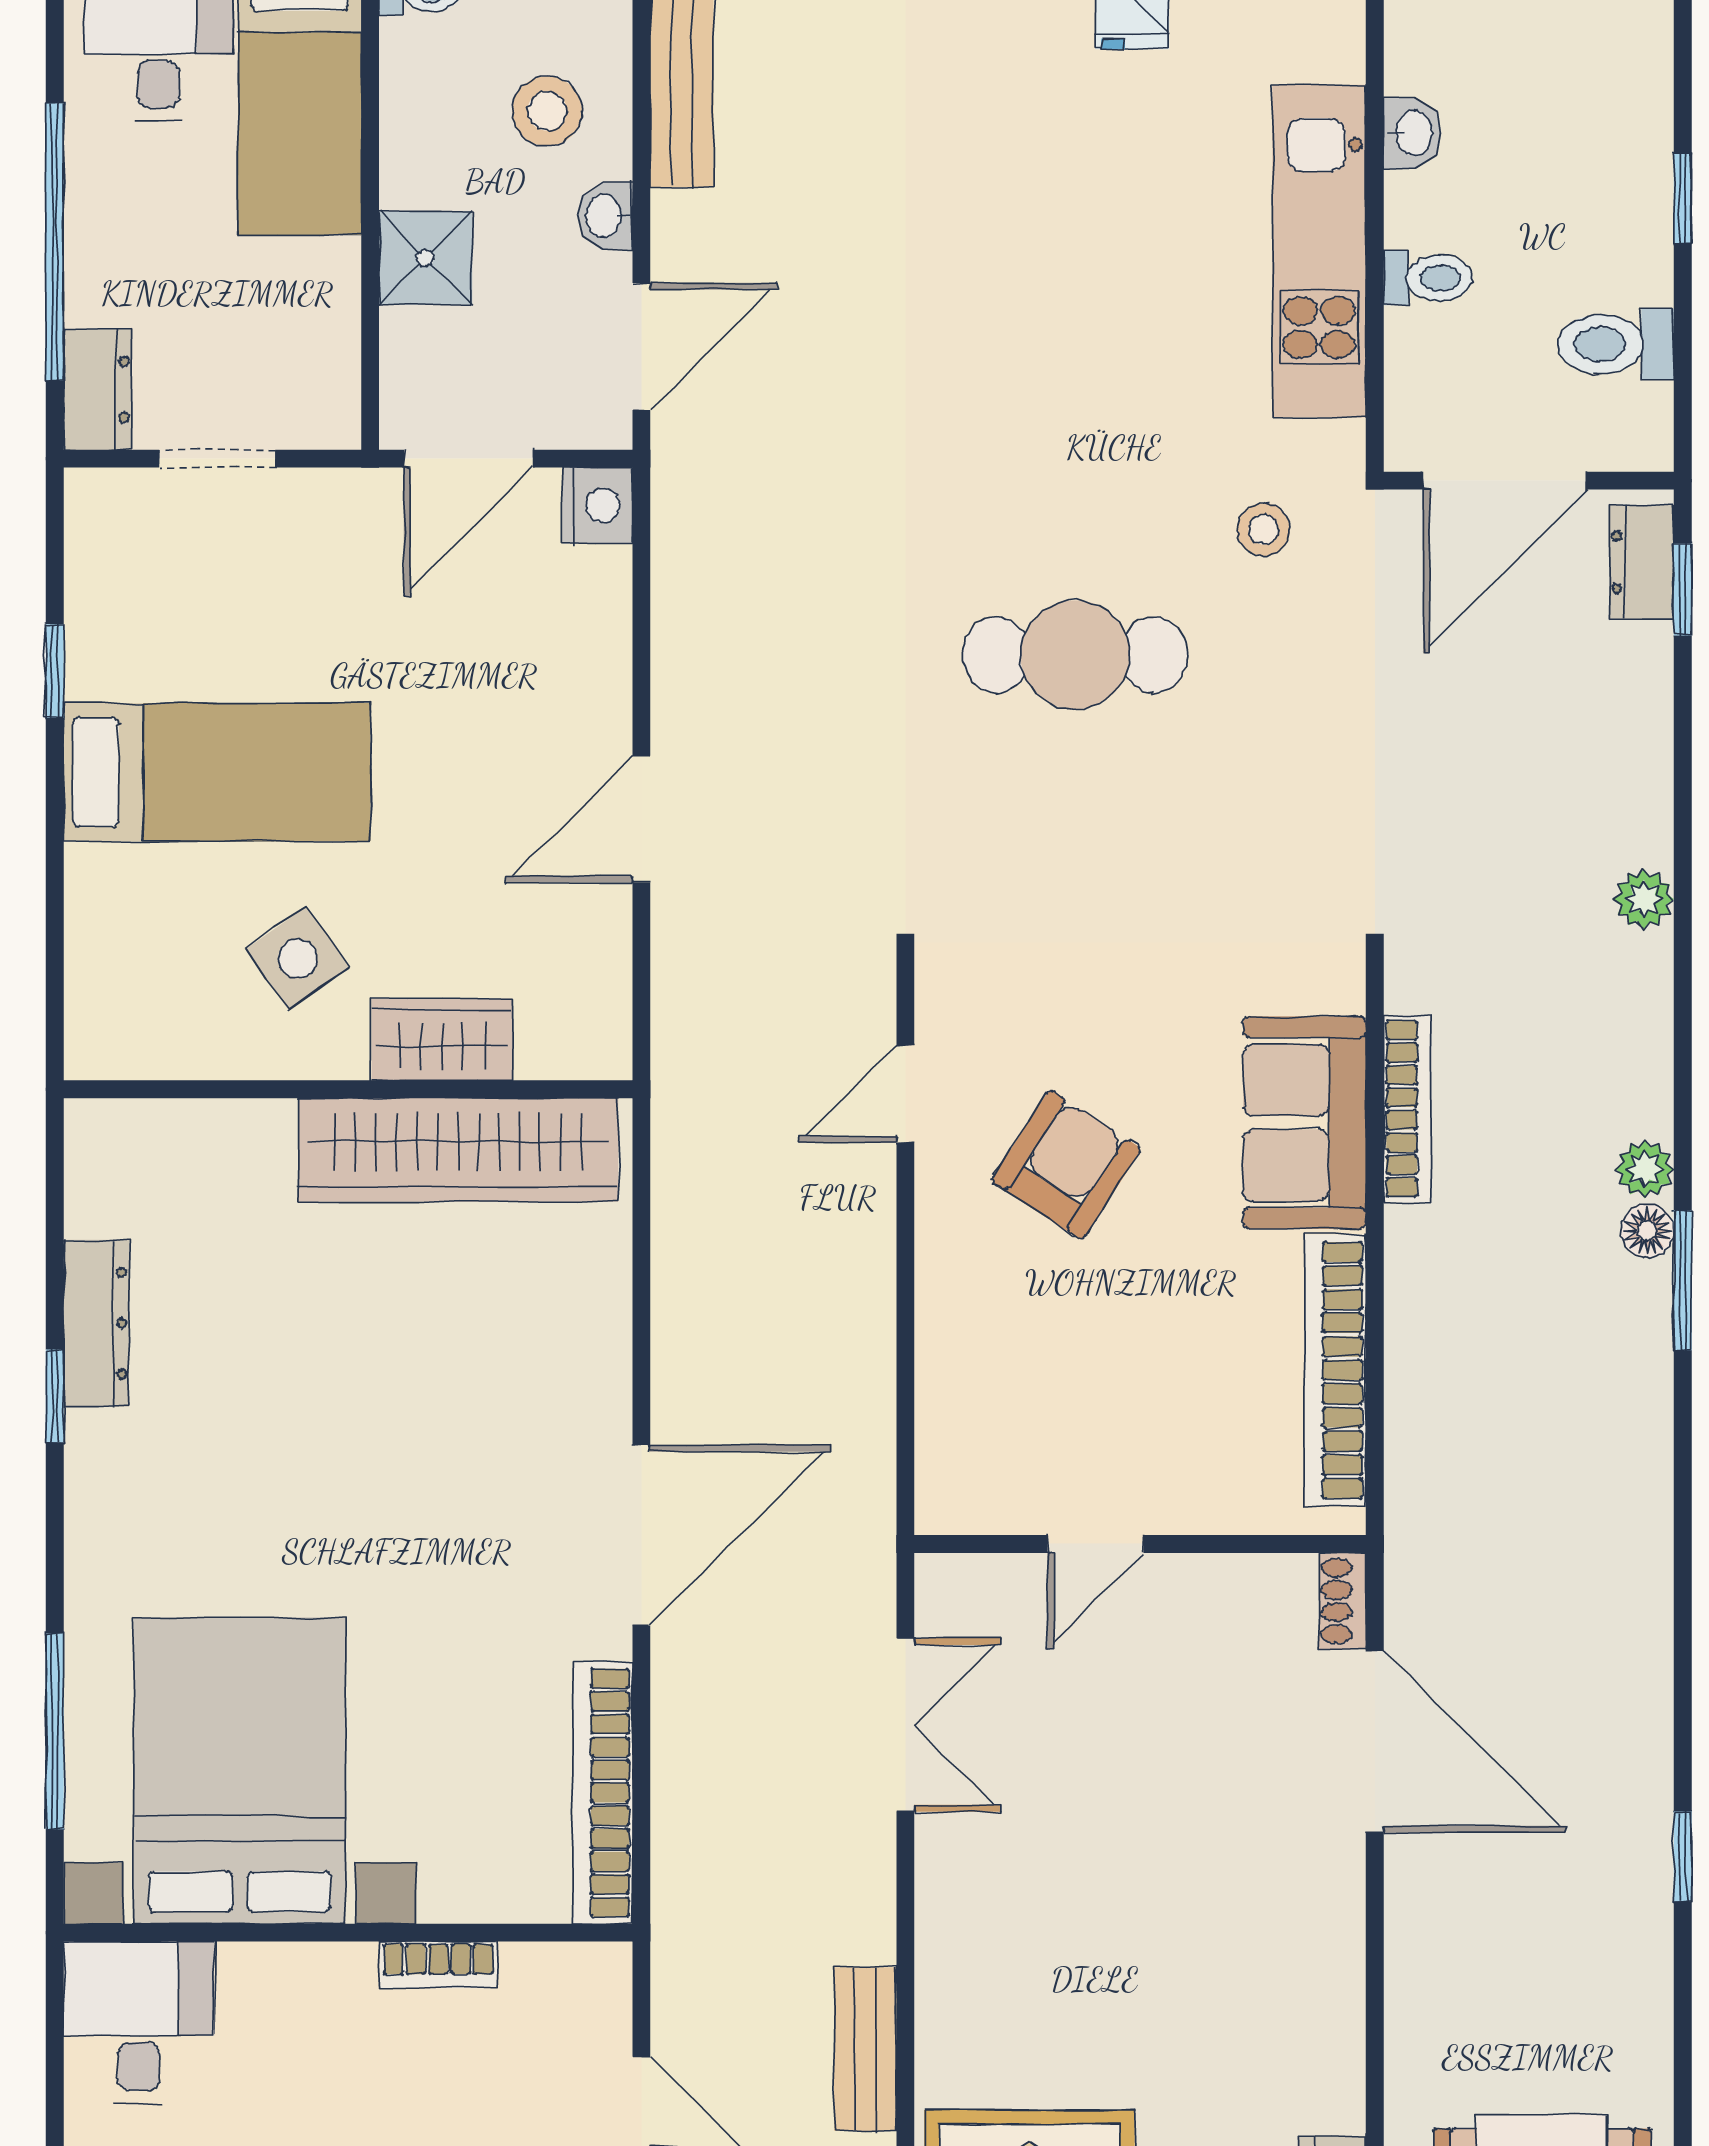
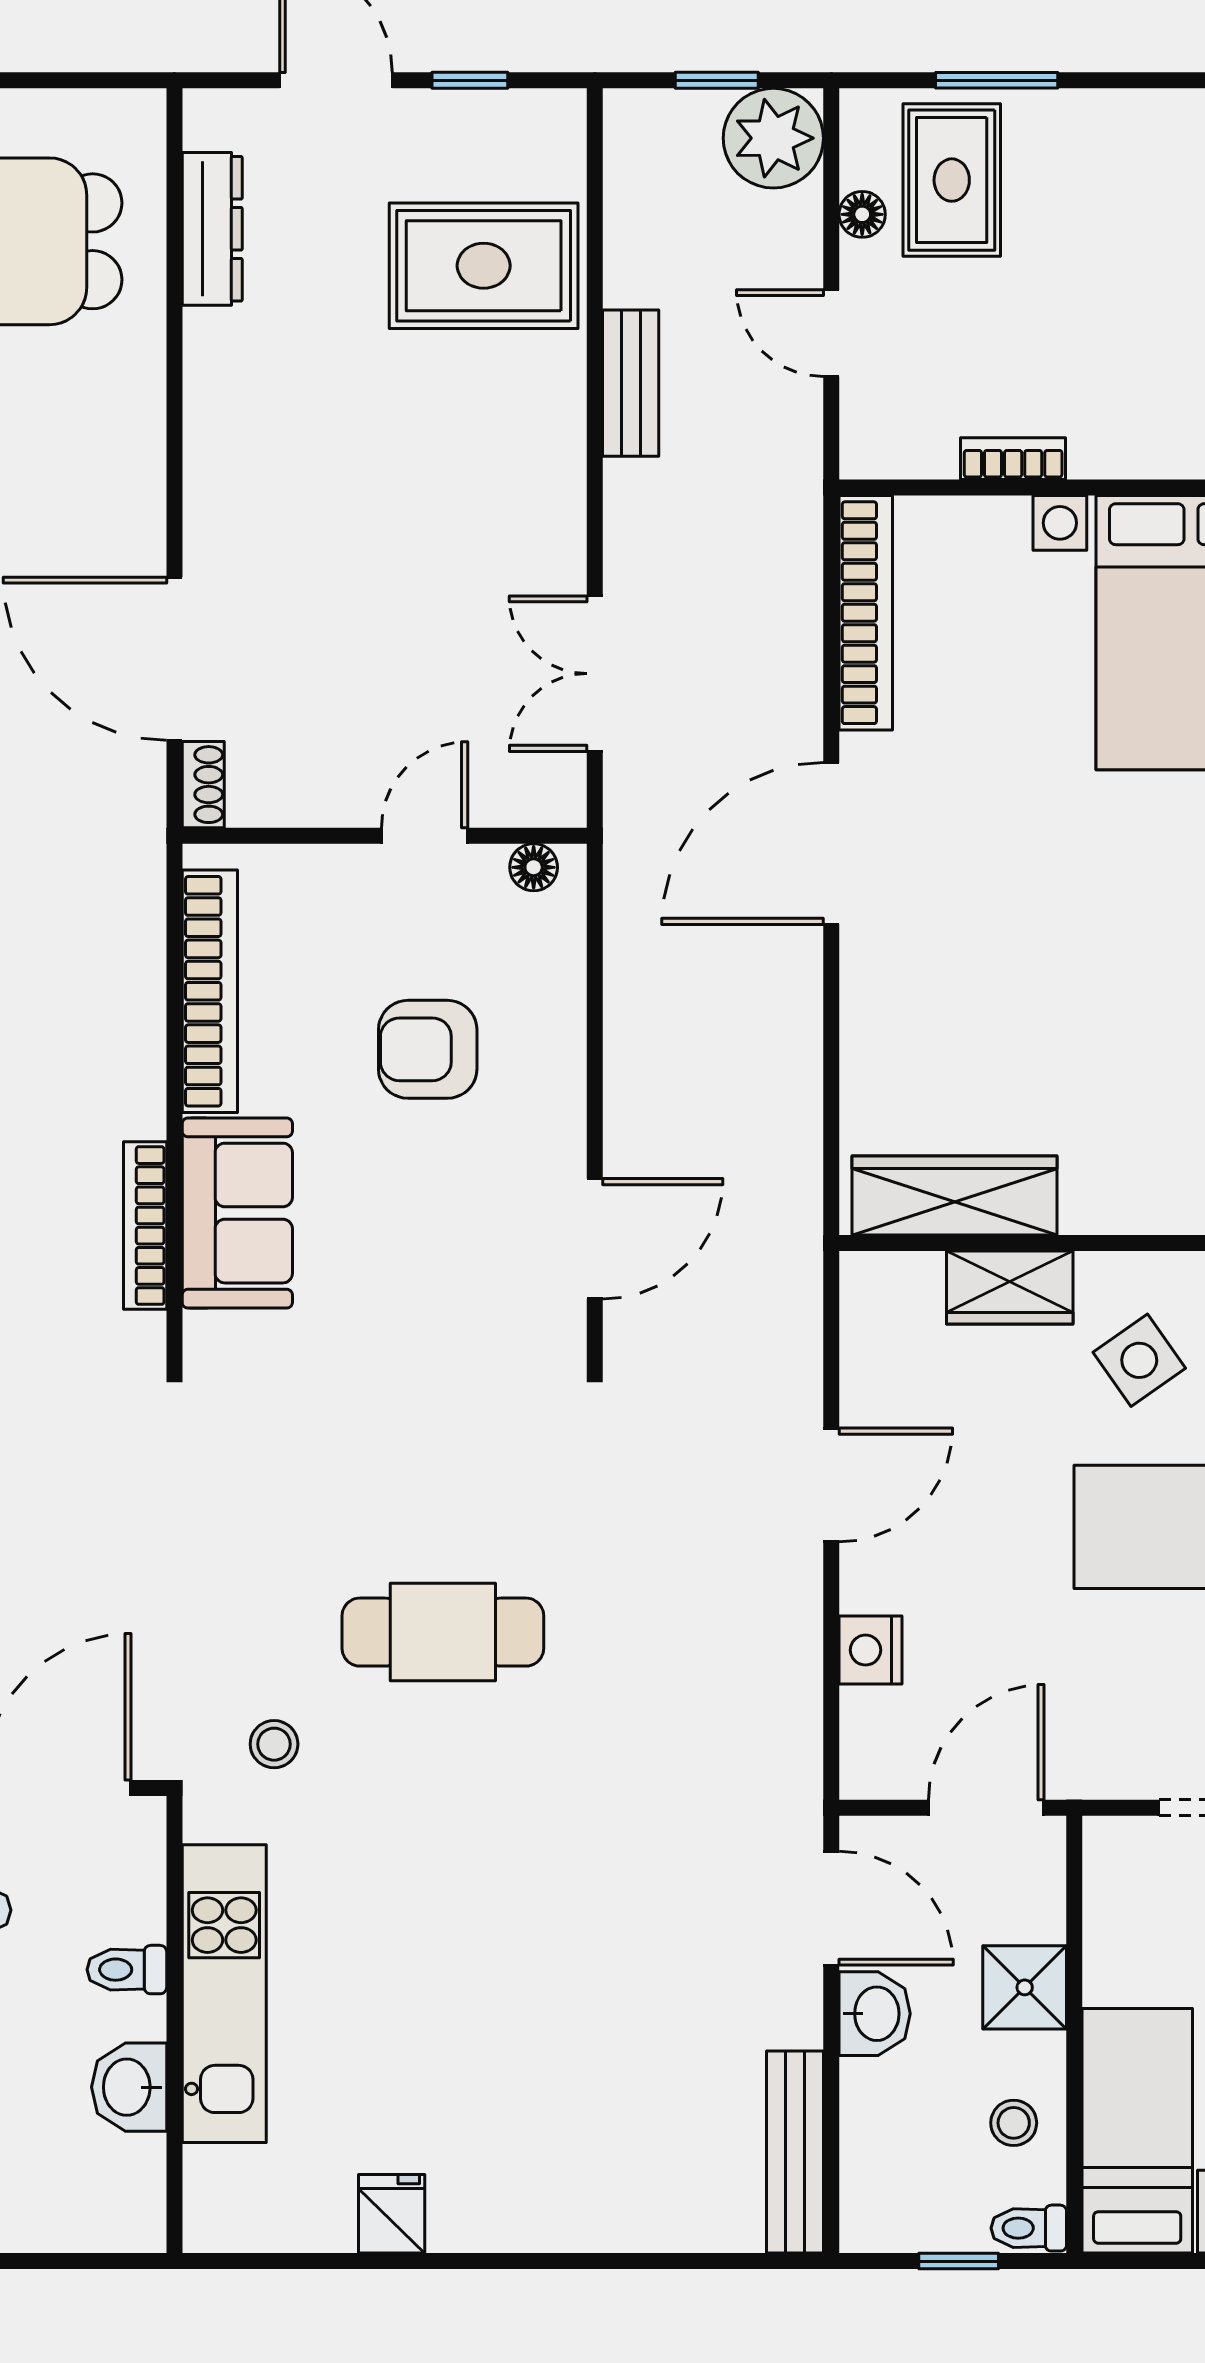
stool: (547, 111) -> (1014, 2123), moved, width x0.73, depth x0.73
washbasin: (1412, 133) -> (129, 2087), width x1.38, depth x1.45
washbasin: (605, 216) -> (875, 2014), width x1.38, depth x1.45
door: (641, 347) -> (831, 1908), swing flipped
nightstand: (598, 506) -> (871, 1650), moved
door: (905, 1094) -> (595, 1239), width x1.38
wardrobe: (458, 1150) -> (954, 1195), width x0.71, depth x0.85
armchair: (1066, 1165) -> (428, 1049), moved, turned 57
floor lamp: (974, 1509) -> (534, 867), added

